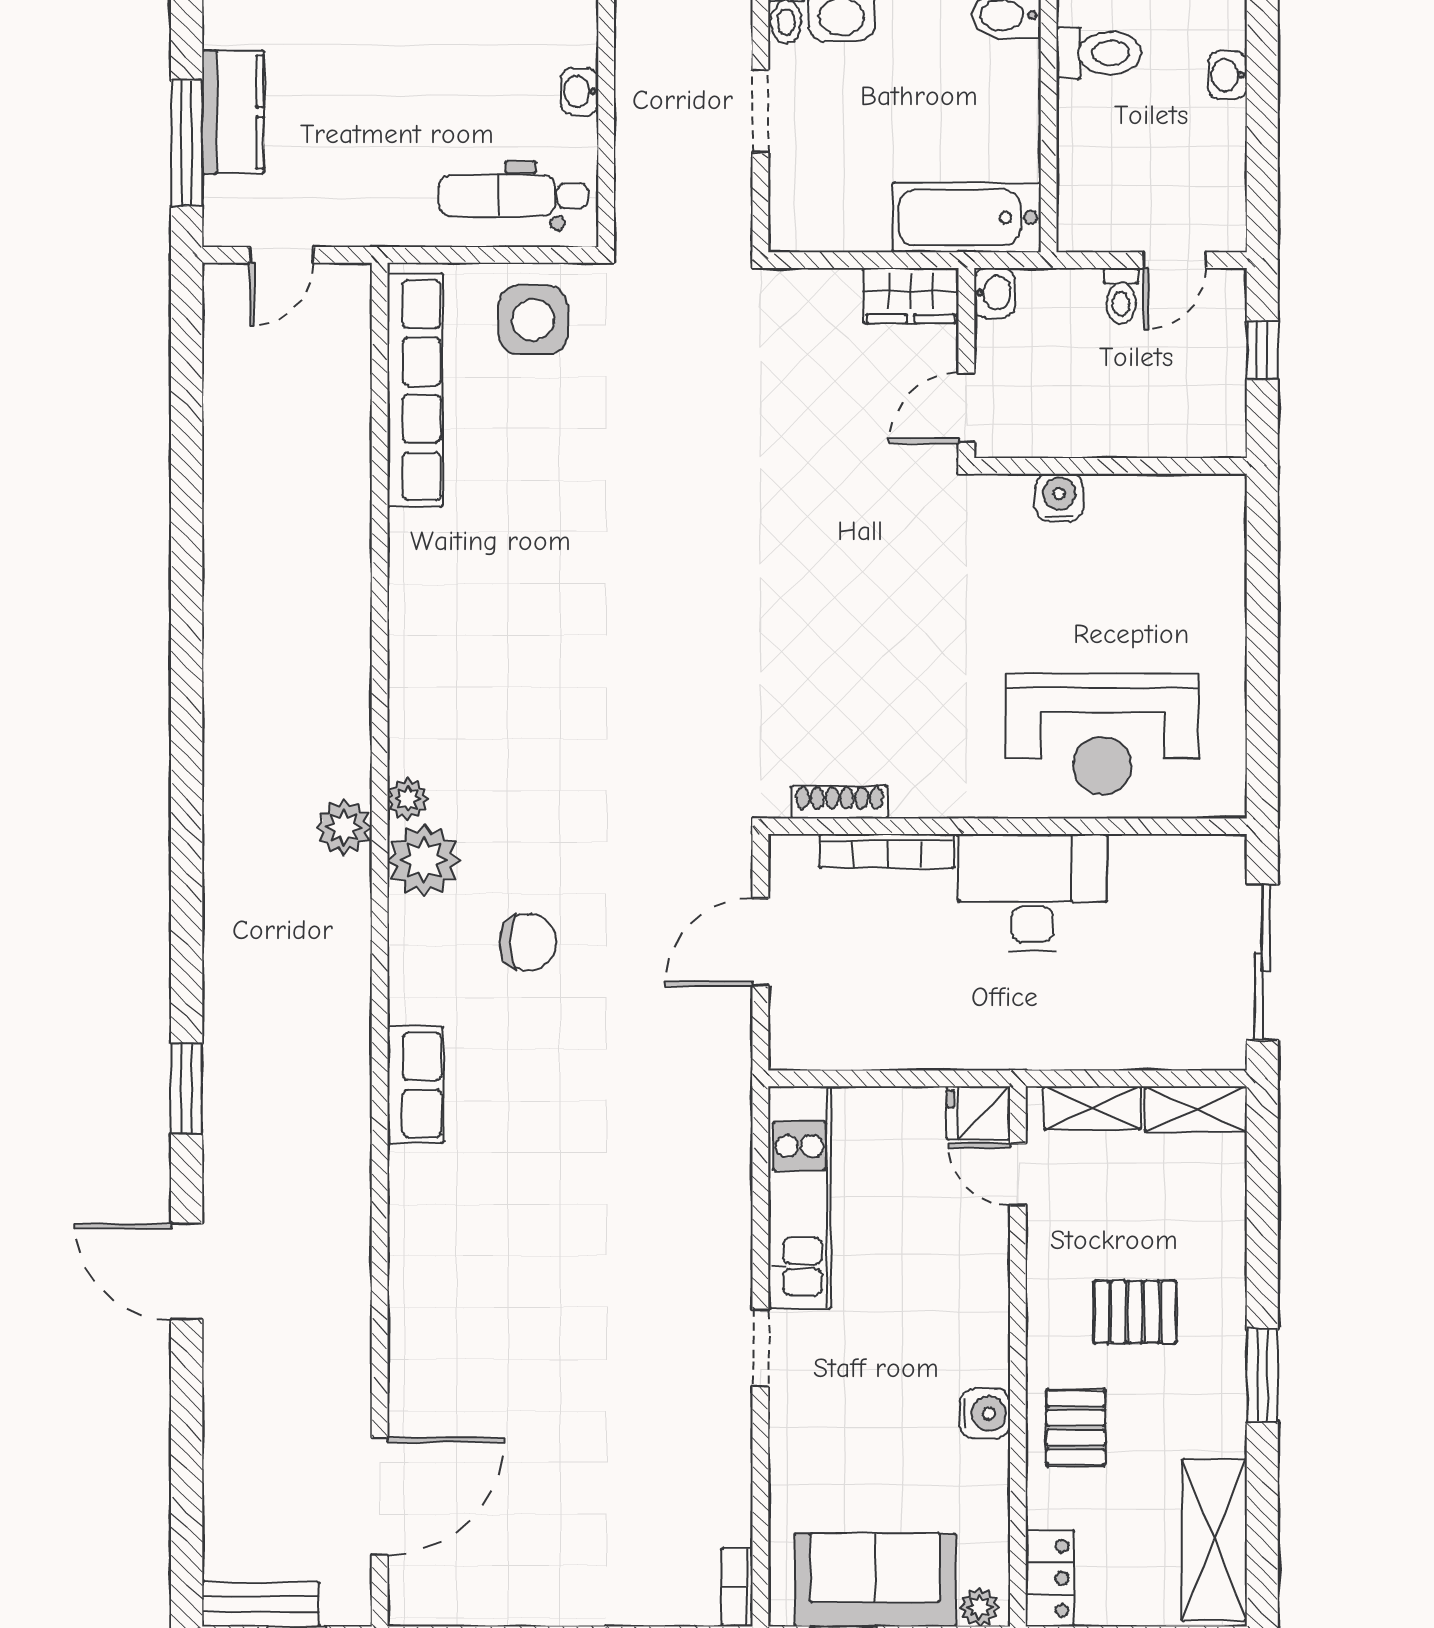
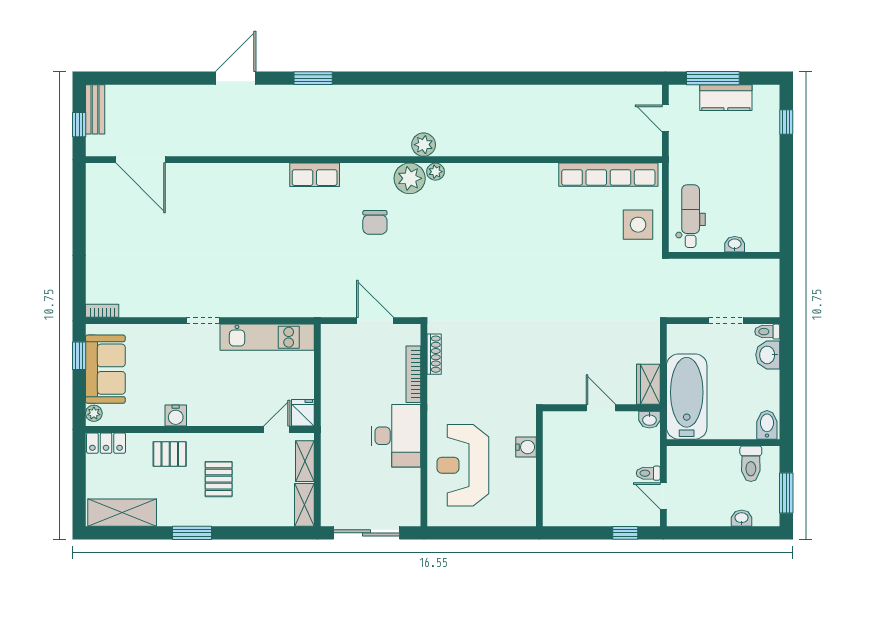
bathtub: (967, 217) -> (687, 397), width x1.36, depth x1.36
wall: (1110, 466) -> (539, 469), moved
water cooler: (1059, 498) -> (526, 447), moved

